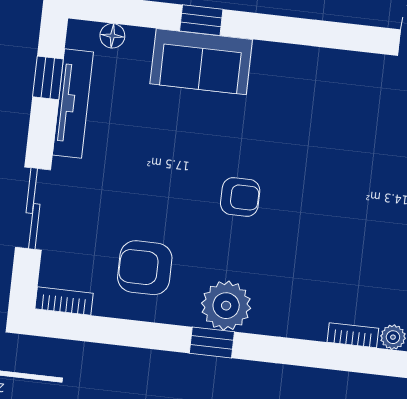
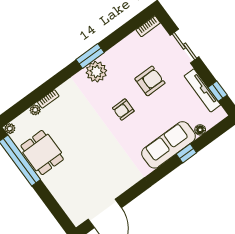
floor lamp: (112, 36) -> (200, 130), moved
sofa: (201, 62) -> (169, 145), width x1.36
armchair: (145, 268) -> (150, 81), moved
window: (212, 343) -> (90, 56), width x1.50

